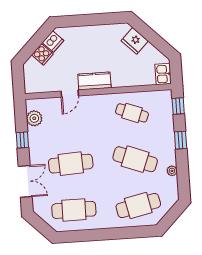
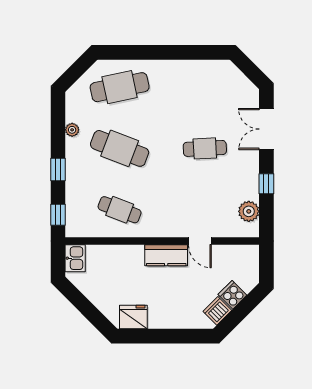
fridge: (135, 41) -> (133, 317), moved, turned -45
door: (70, 93) -> (200, 241), swing flipped
cafe table: (71, 164) -> (205, 148), width x0.73, depth x0.74
cafe table: (74, 210) -> (205, 87), removed

